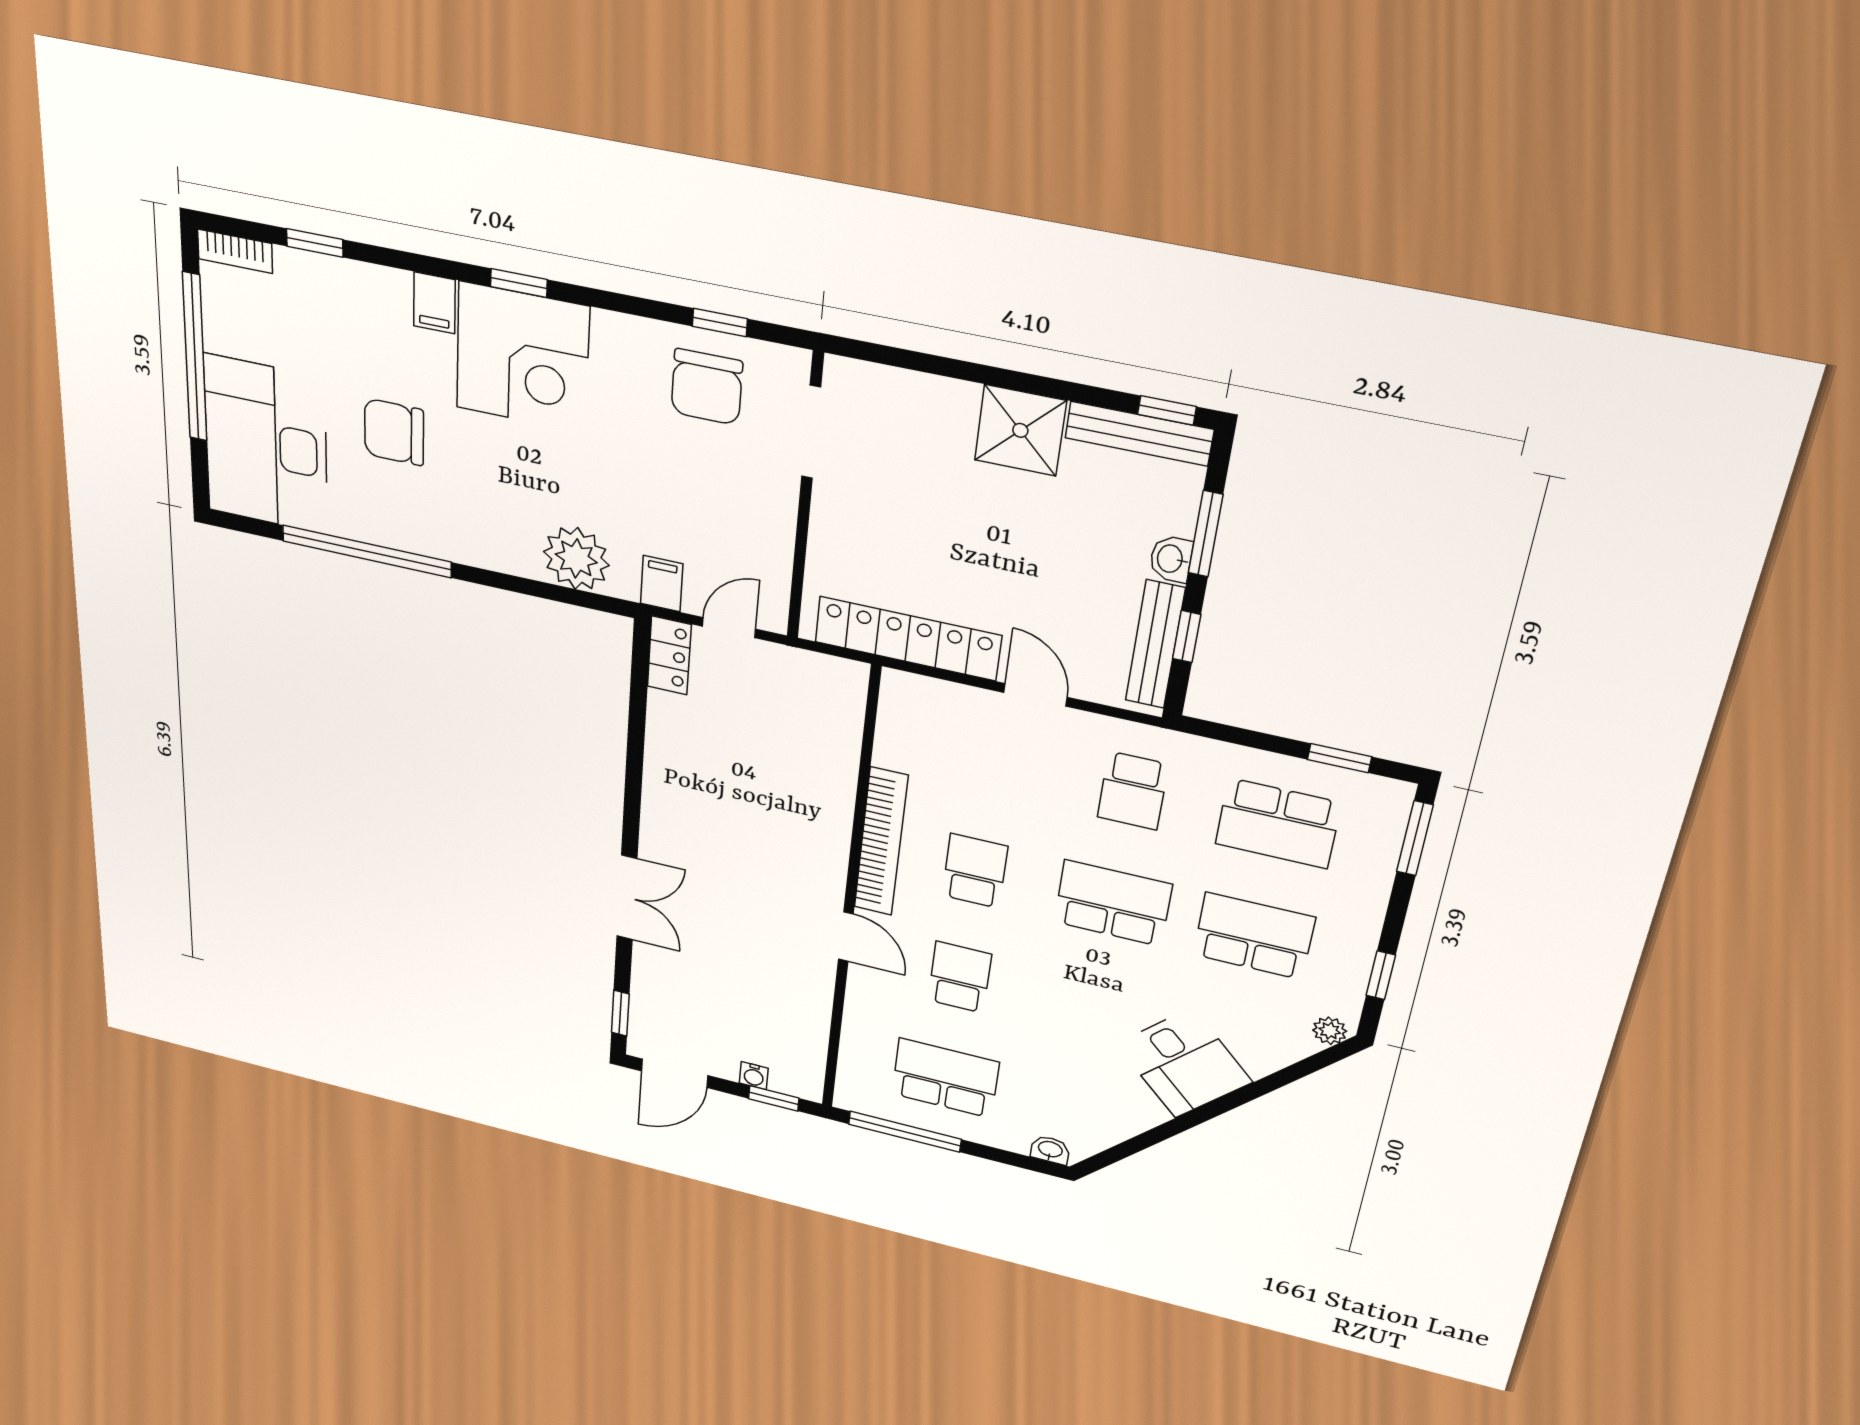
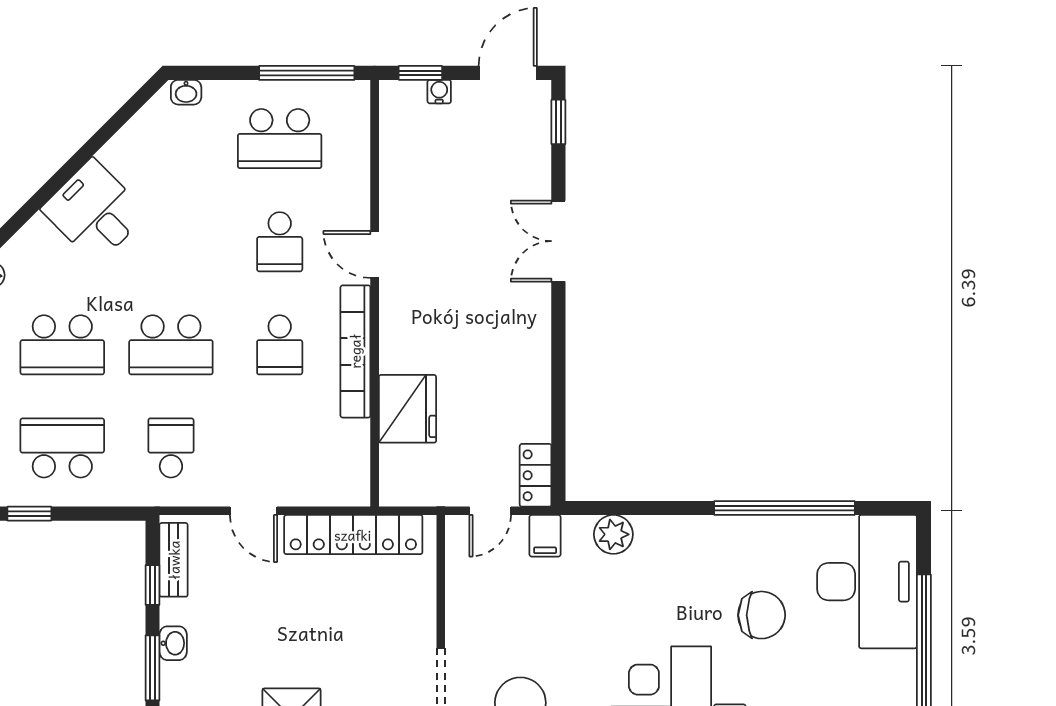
plant: (576, 558) -> (613, 534), width x0.73, depth x0.73
bench: (1155, 644) -> (174, 560), width x0.73
fridge: (823, 765) -> (407, 409), added

